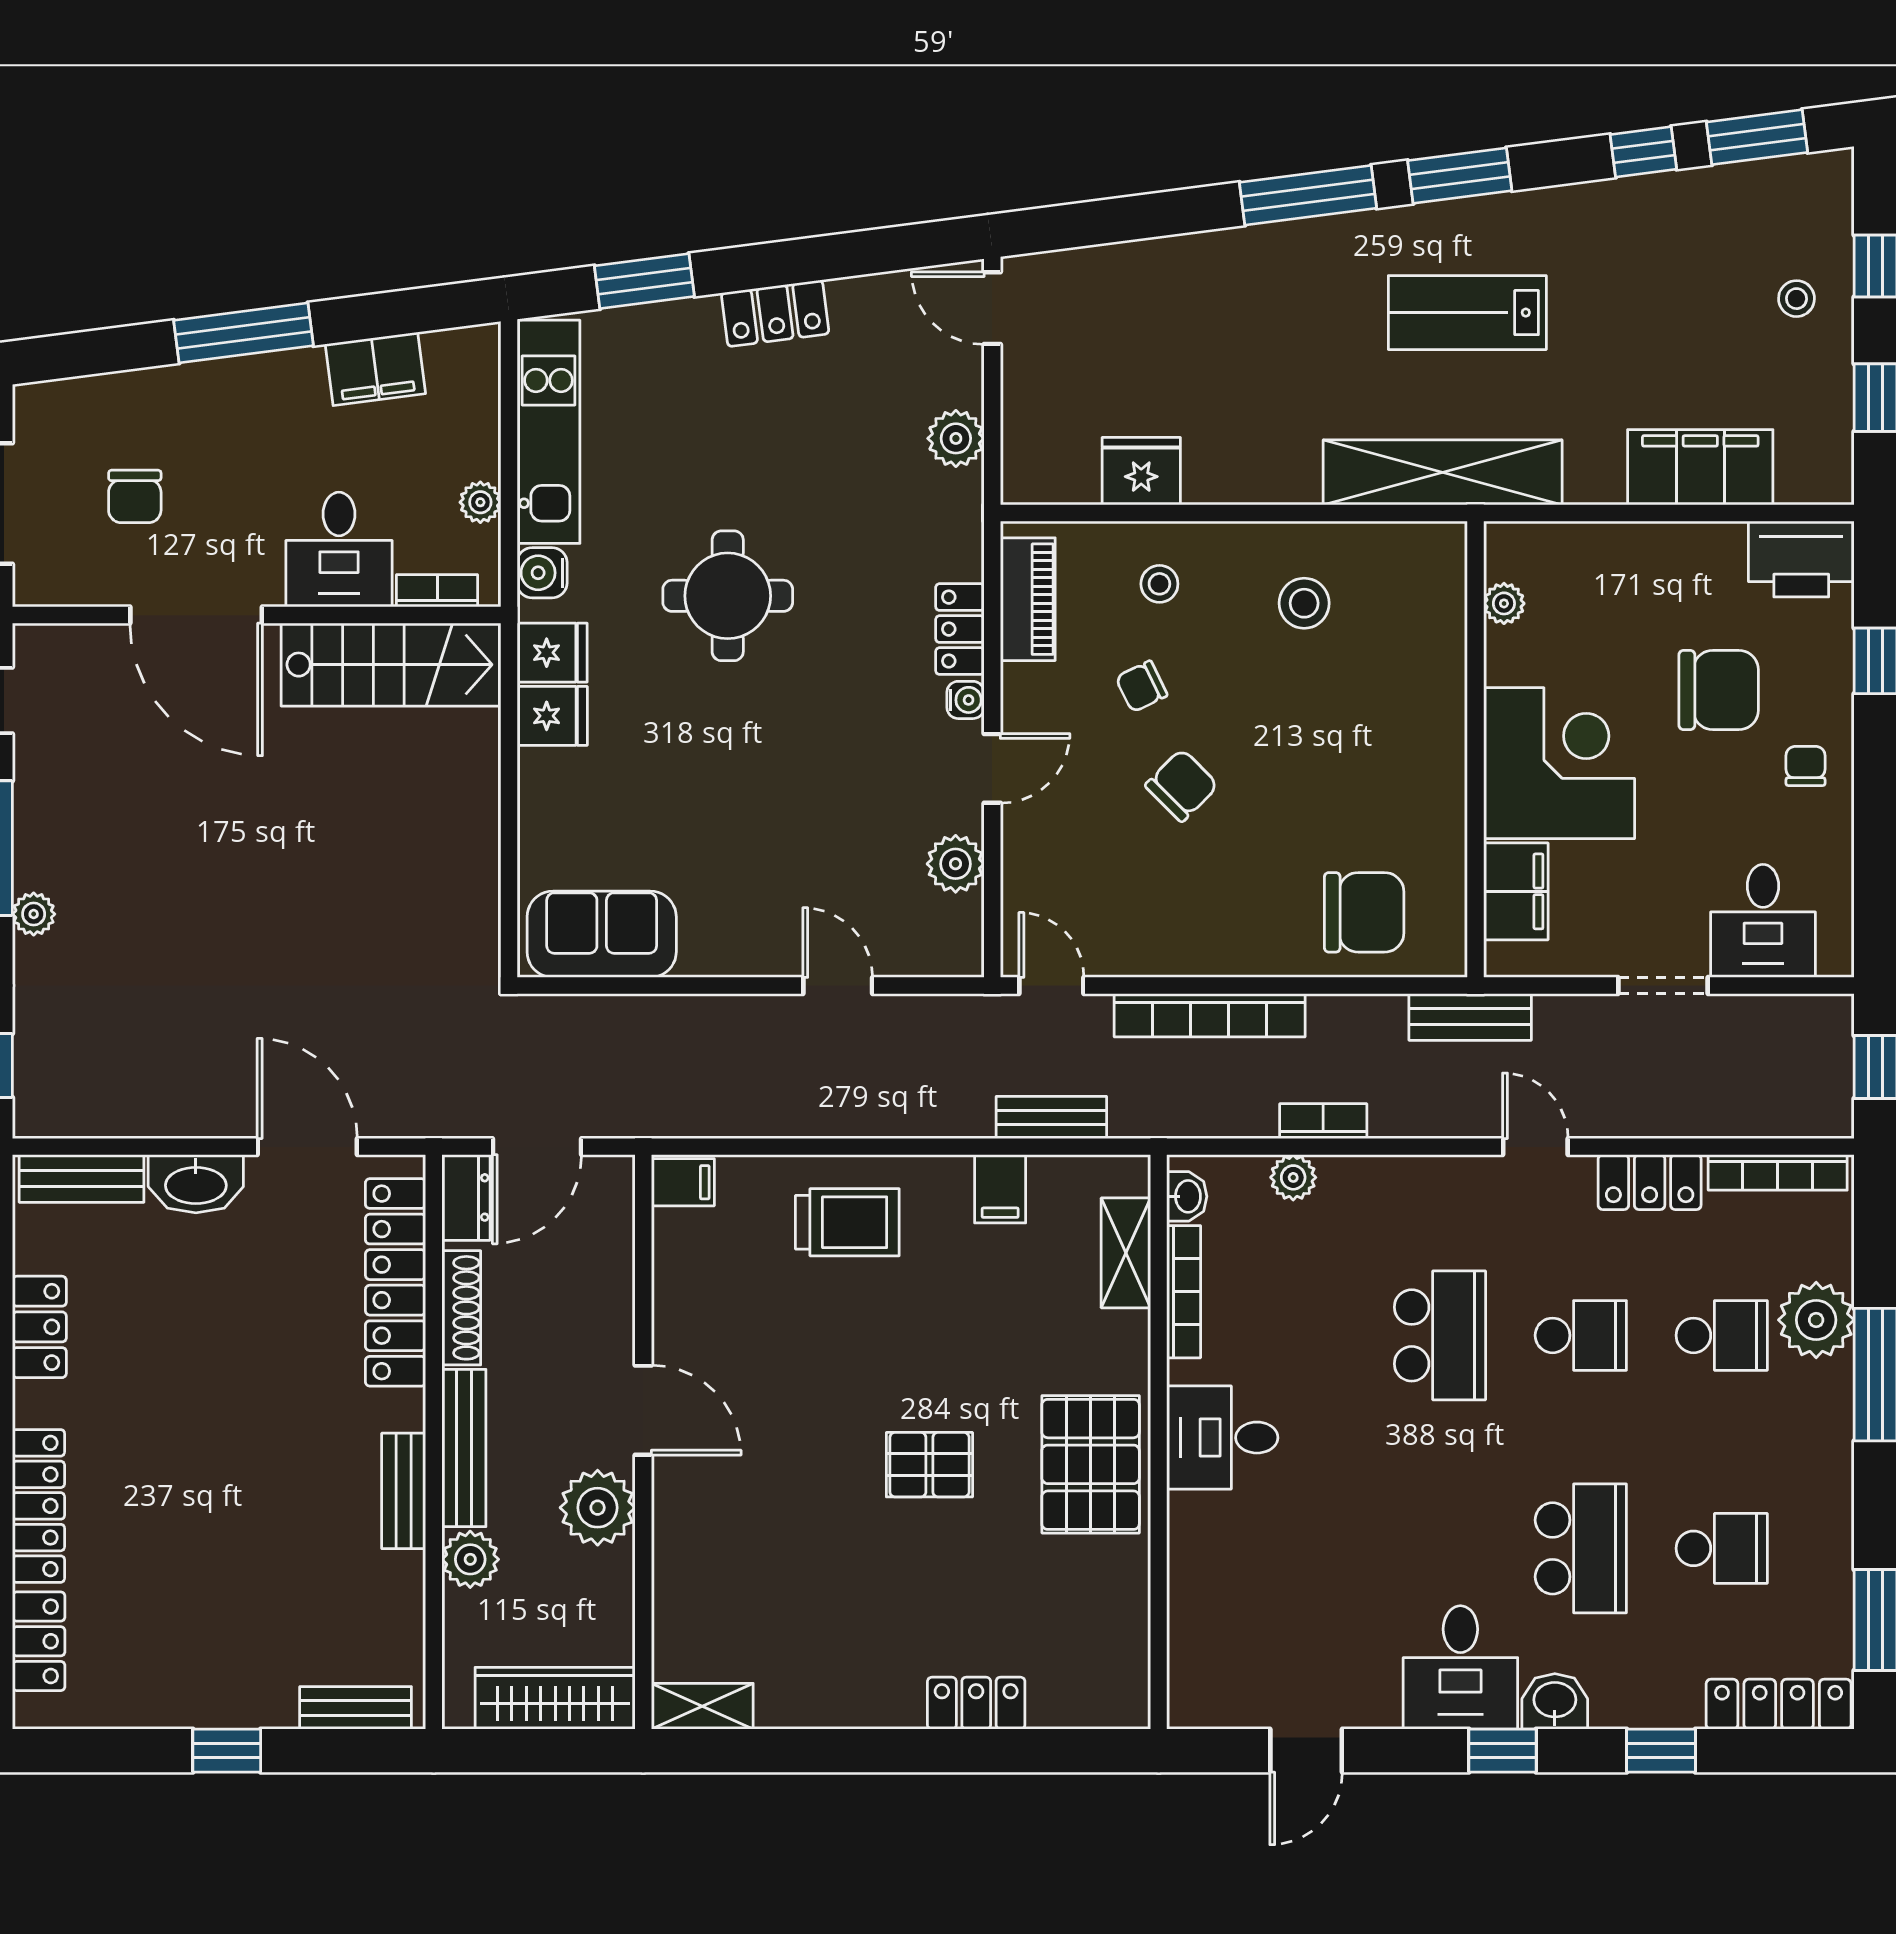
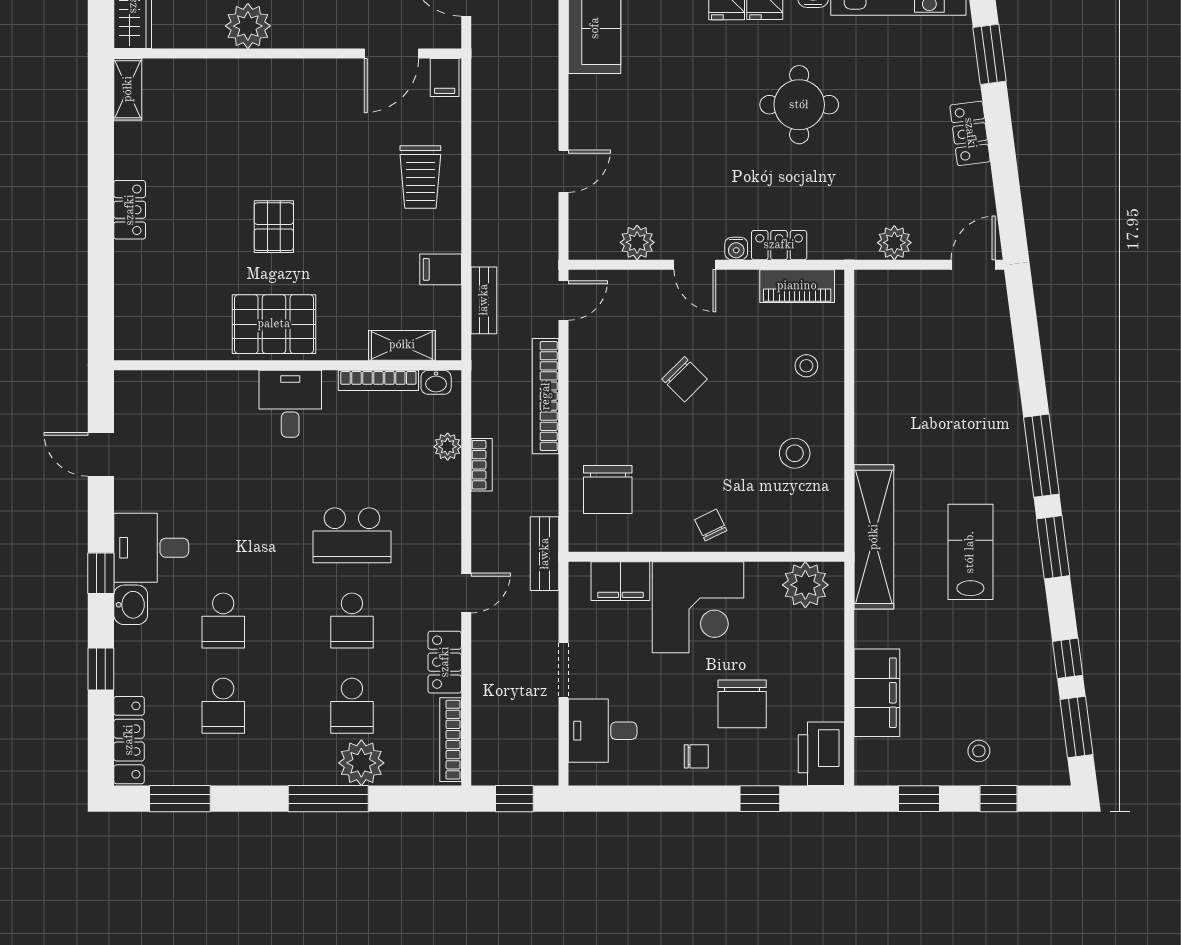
fridge: (1141, 471) -> (875, 355), removed
plant: (1504, 603) -> (805, 585), width x1.88, depth x1.88
chair: (1141, 686) -> (711, 525), moved
door: (643, 1410) -> (391, 54), moved
school desk: (1581, 1548) -> (223, 621), width x0.54
locker: (976, 1703) -> (130, 210), moved

